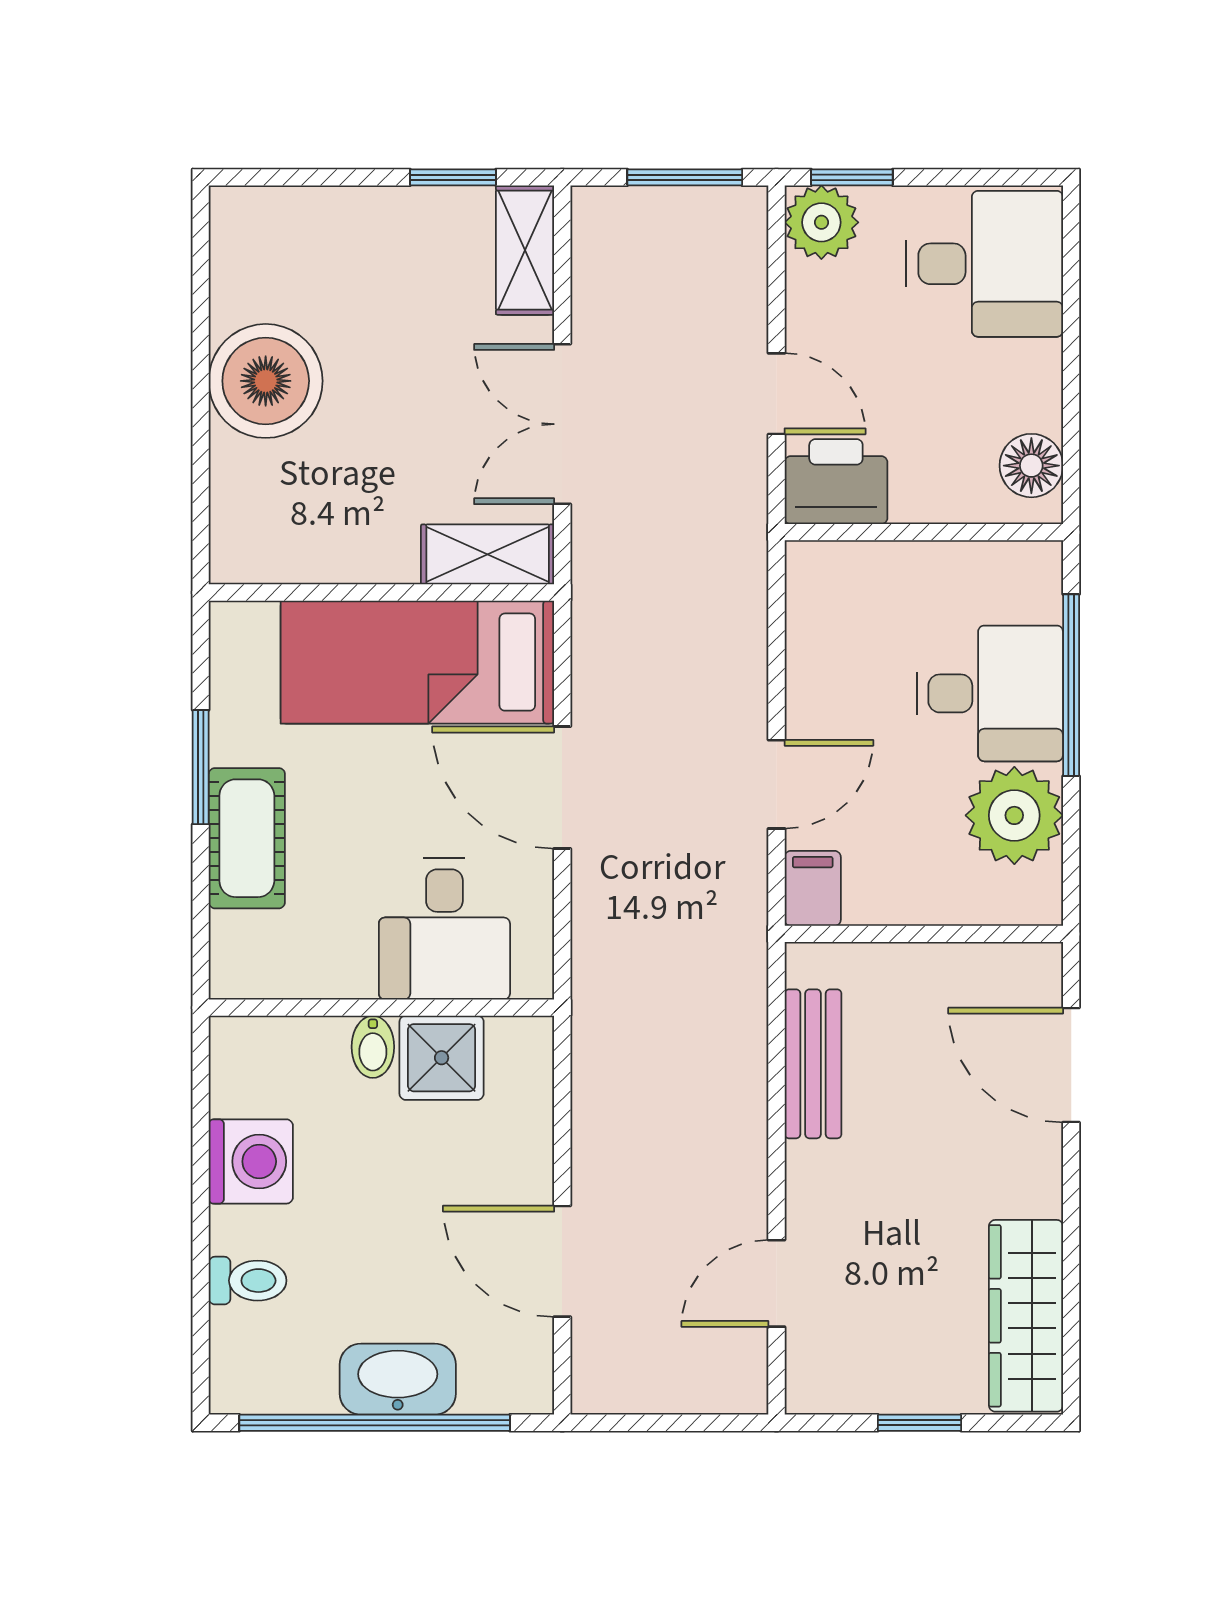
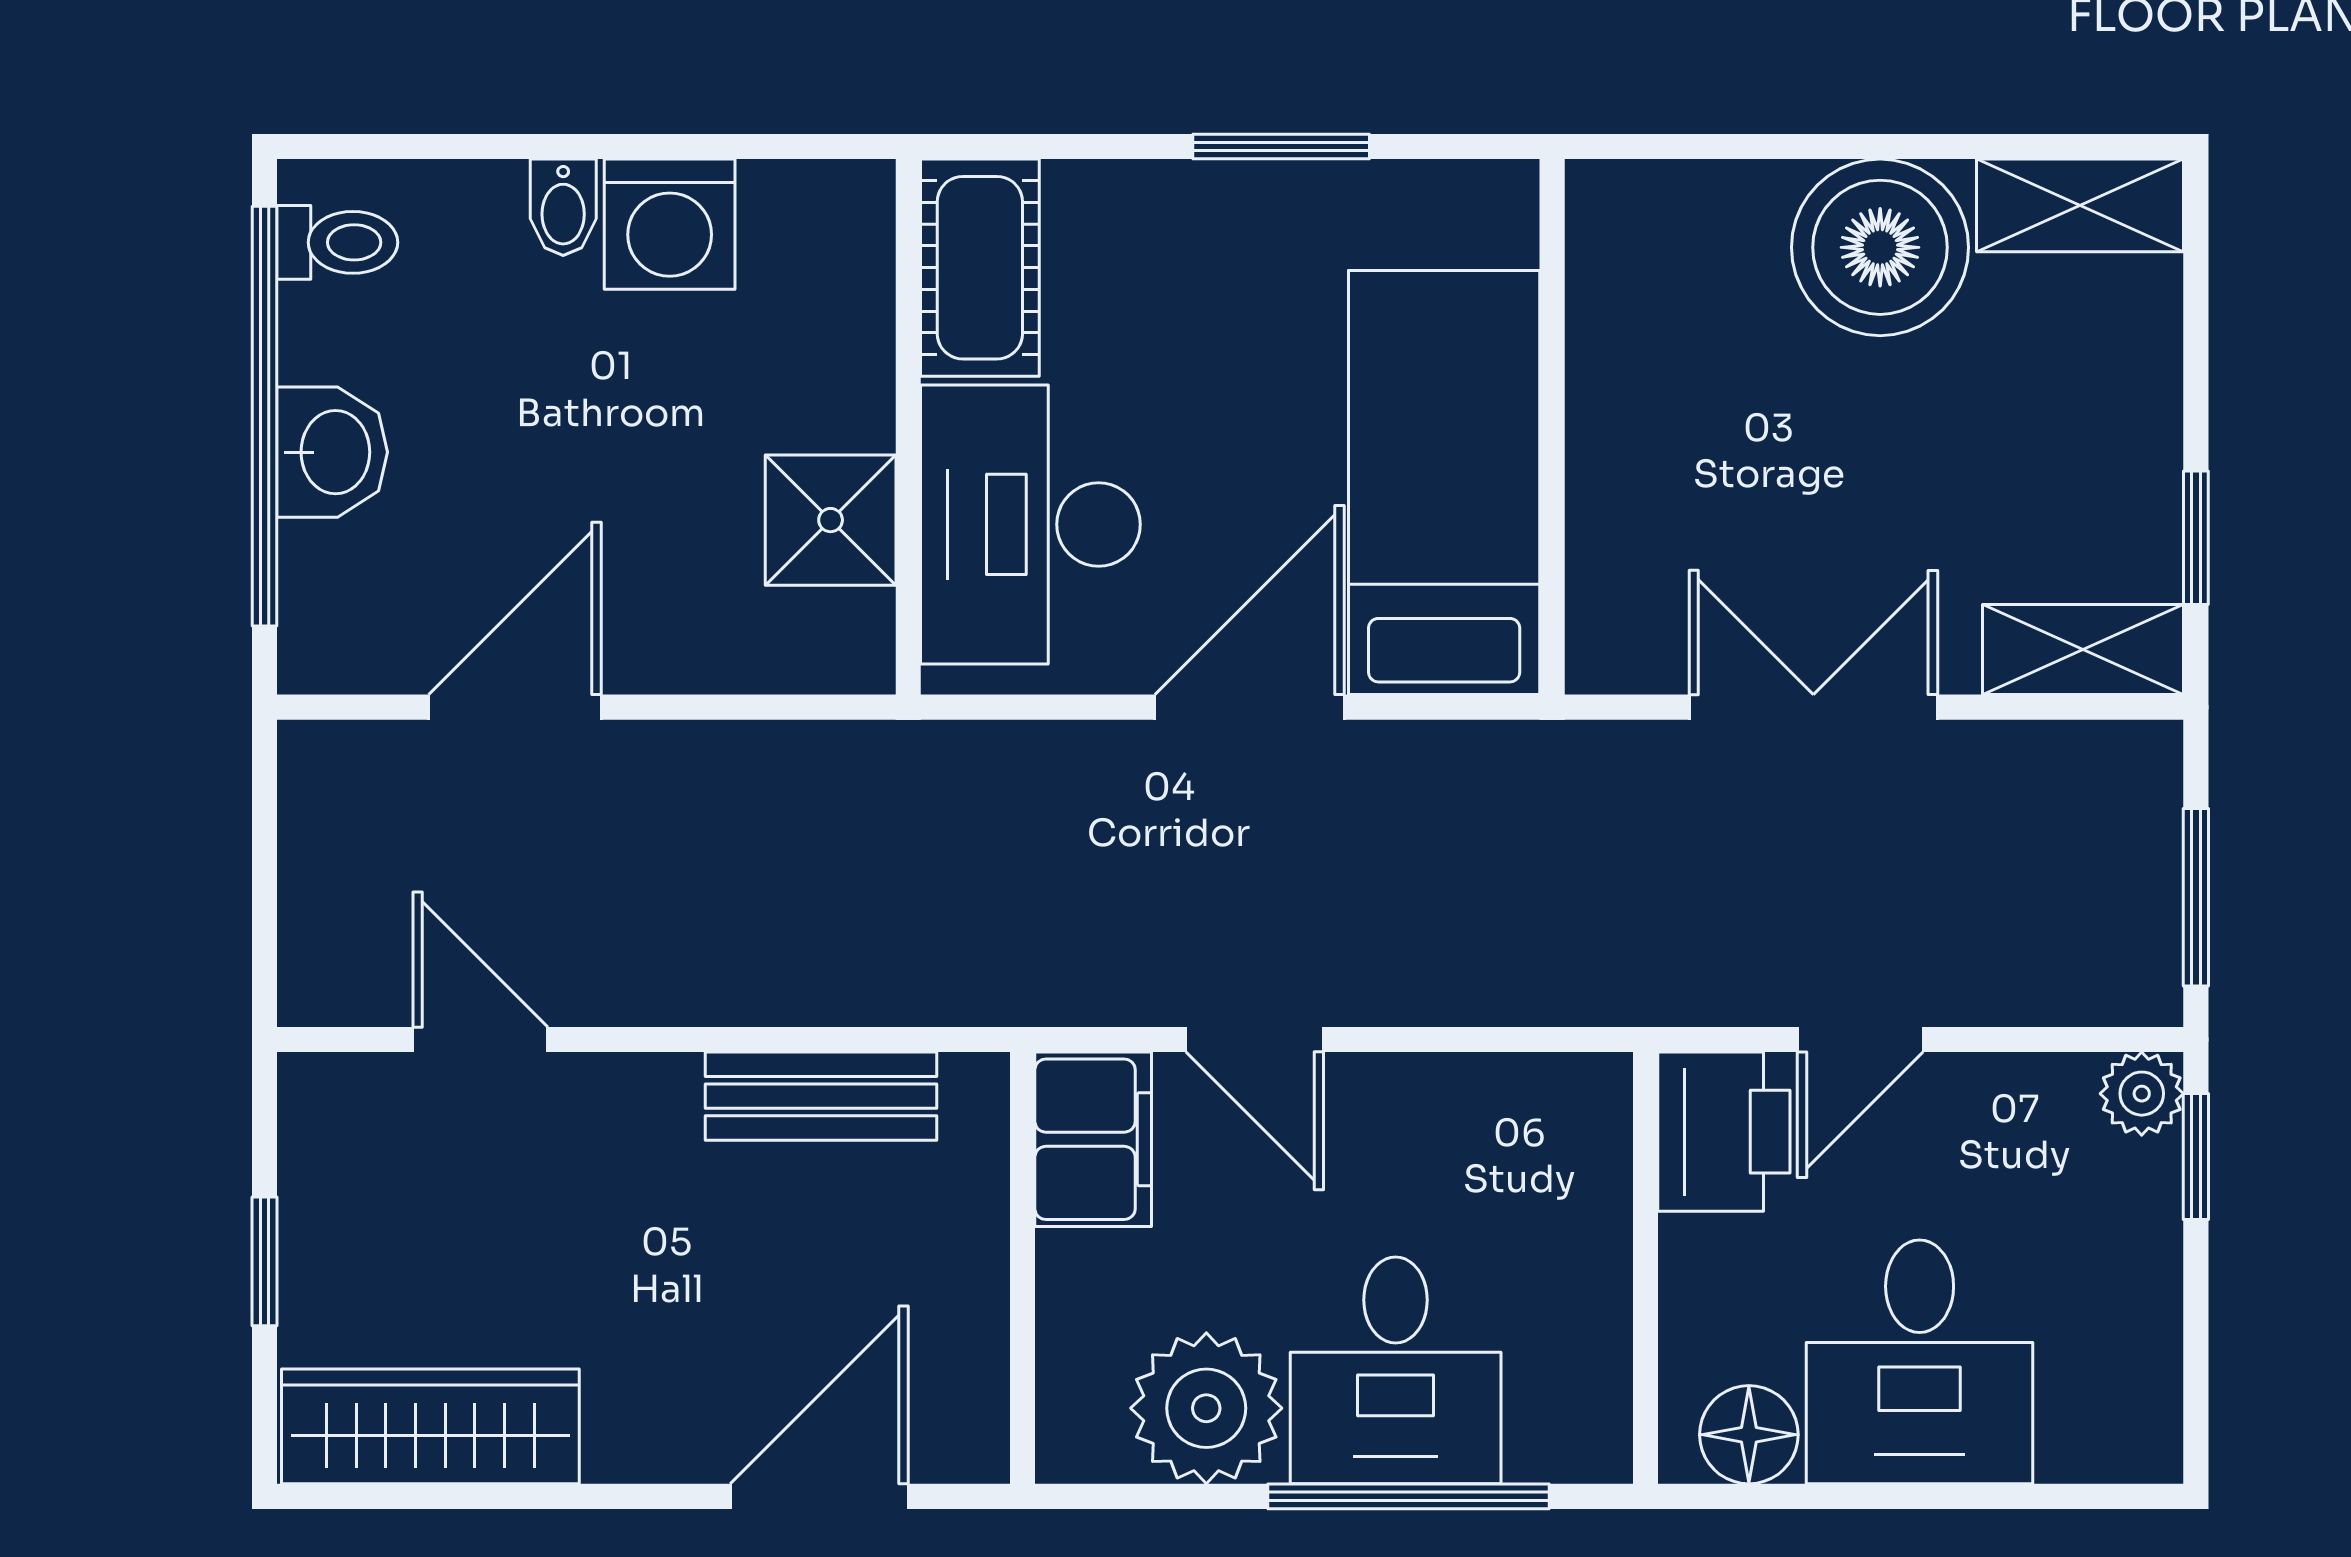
plant: (821, 222) -> (2142, 1094), width x0.73, depth x0.73
desk: (984, 264) -> (1920, 1362), moved
shelving: (488, 554) -> (2080, 205), moved, turned 90
cot: (247, 838) -> (980, 268), moved, turned 90
filing cabinet: (813, 888) -> (1093, 1139), width x2.00
desk: (444, 929) -> (1030, 524), width x1.37
bidet: (373, 1047) -> (563, 207), moved, turned -90
toilet: (248, 1281) -> (337, 242), moved, turned -90
washbasin: (398, 1379) -> (332, 452), width x0.72

